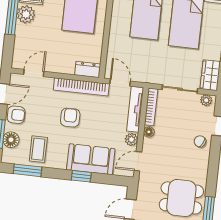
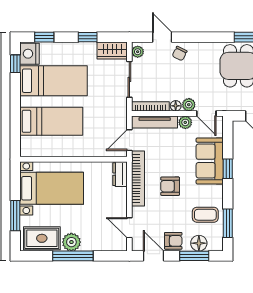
armchair: (16, 115) -> (173, 241), turned 90
plant: (148, 145) -> (189, 105), added

